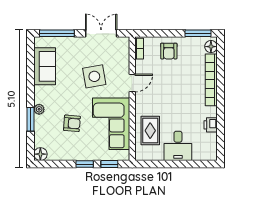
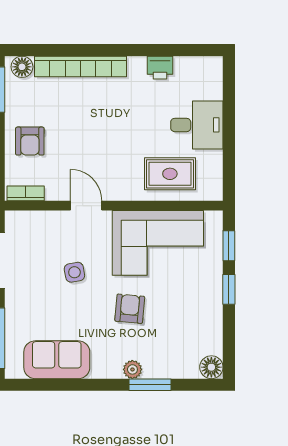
armchair: (169, 51) -> (30, 141), turned 90
side table: (94, 76) -> (74, 272), width x0.54, depth x0.54
armchair: (72, 123) -> (130, 309), moved

